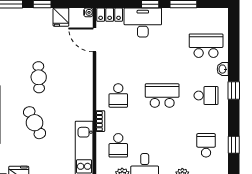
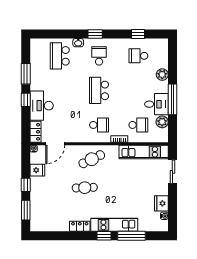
cafe table: (35, 123) -> (92, 159), moved

